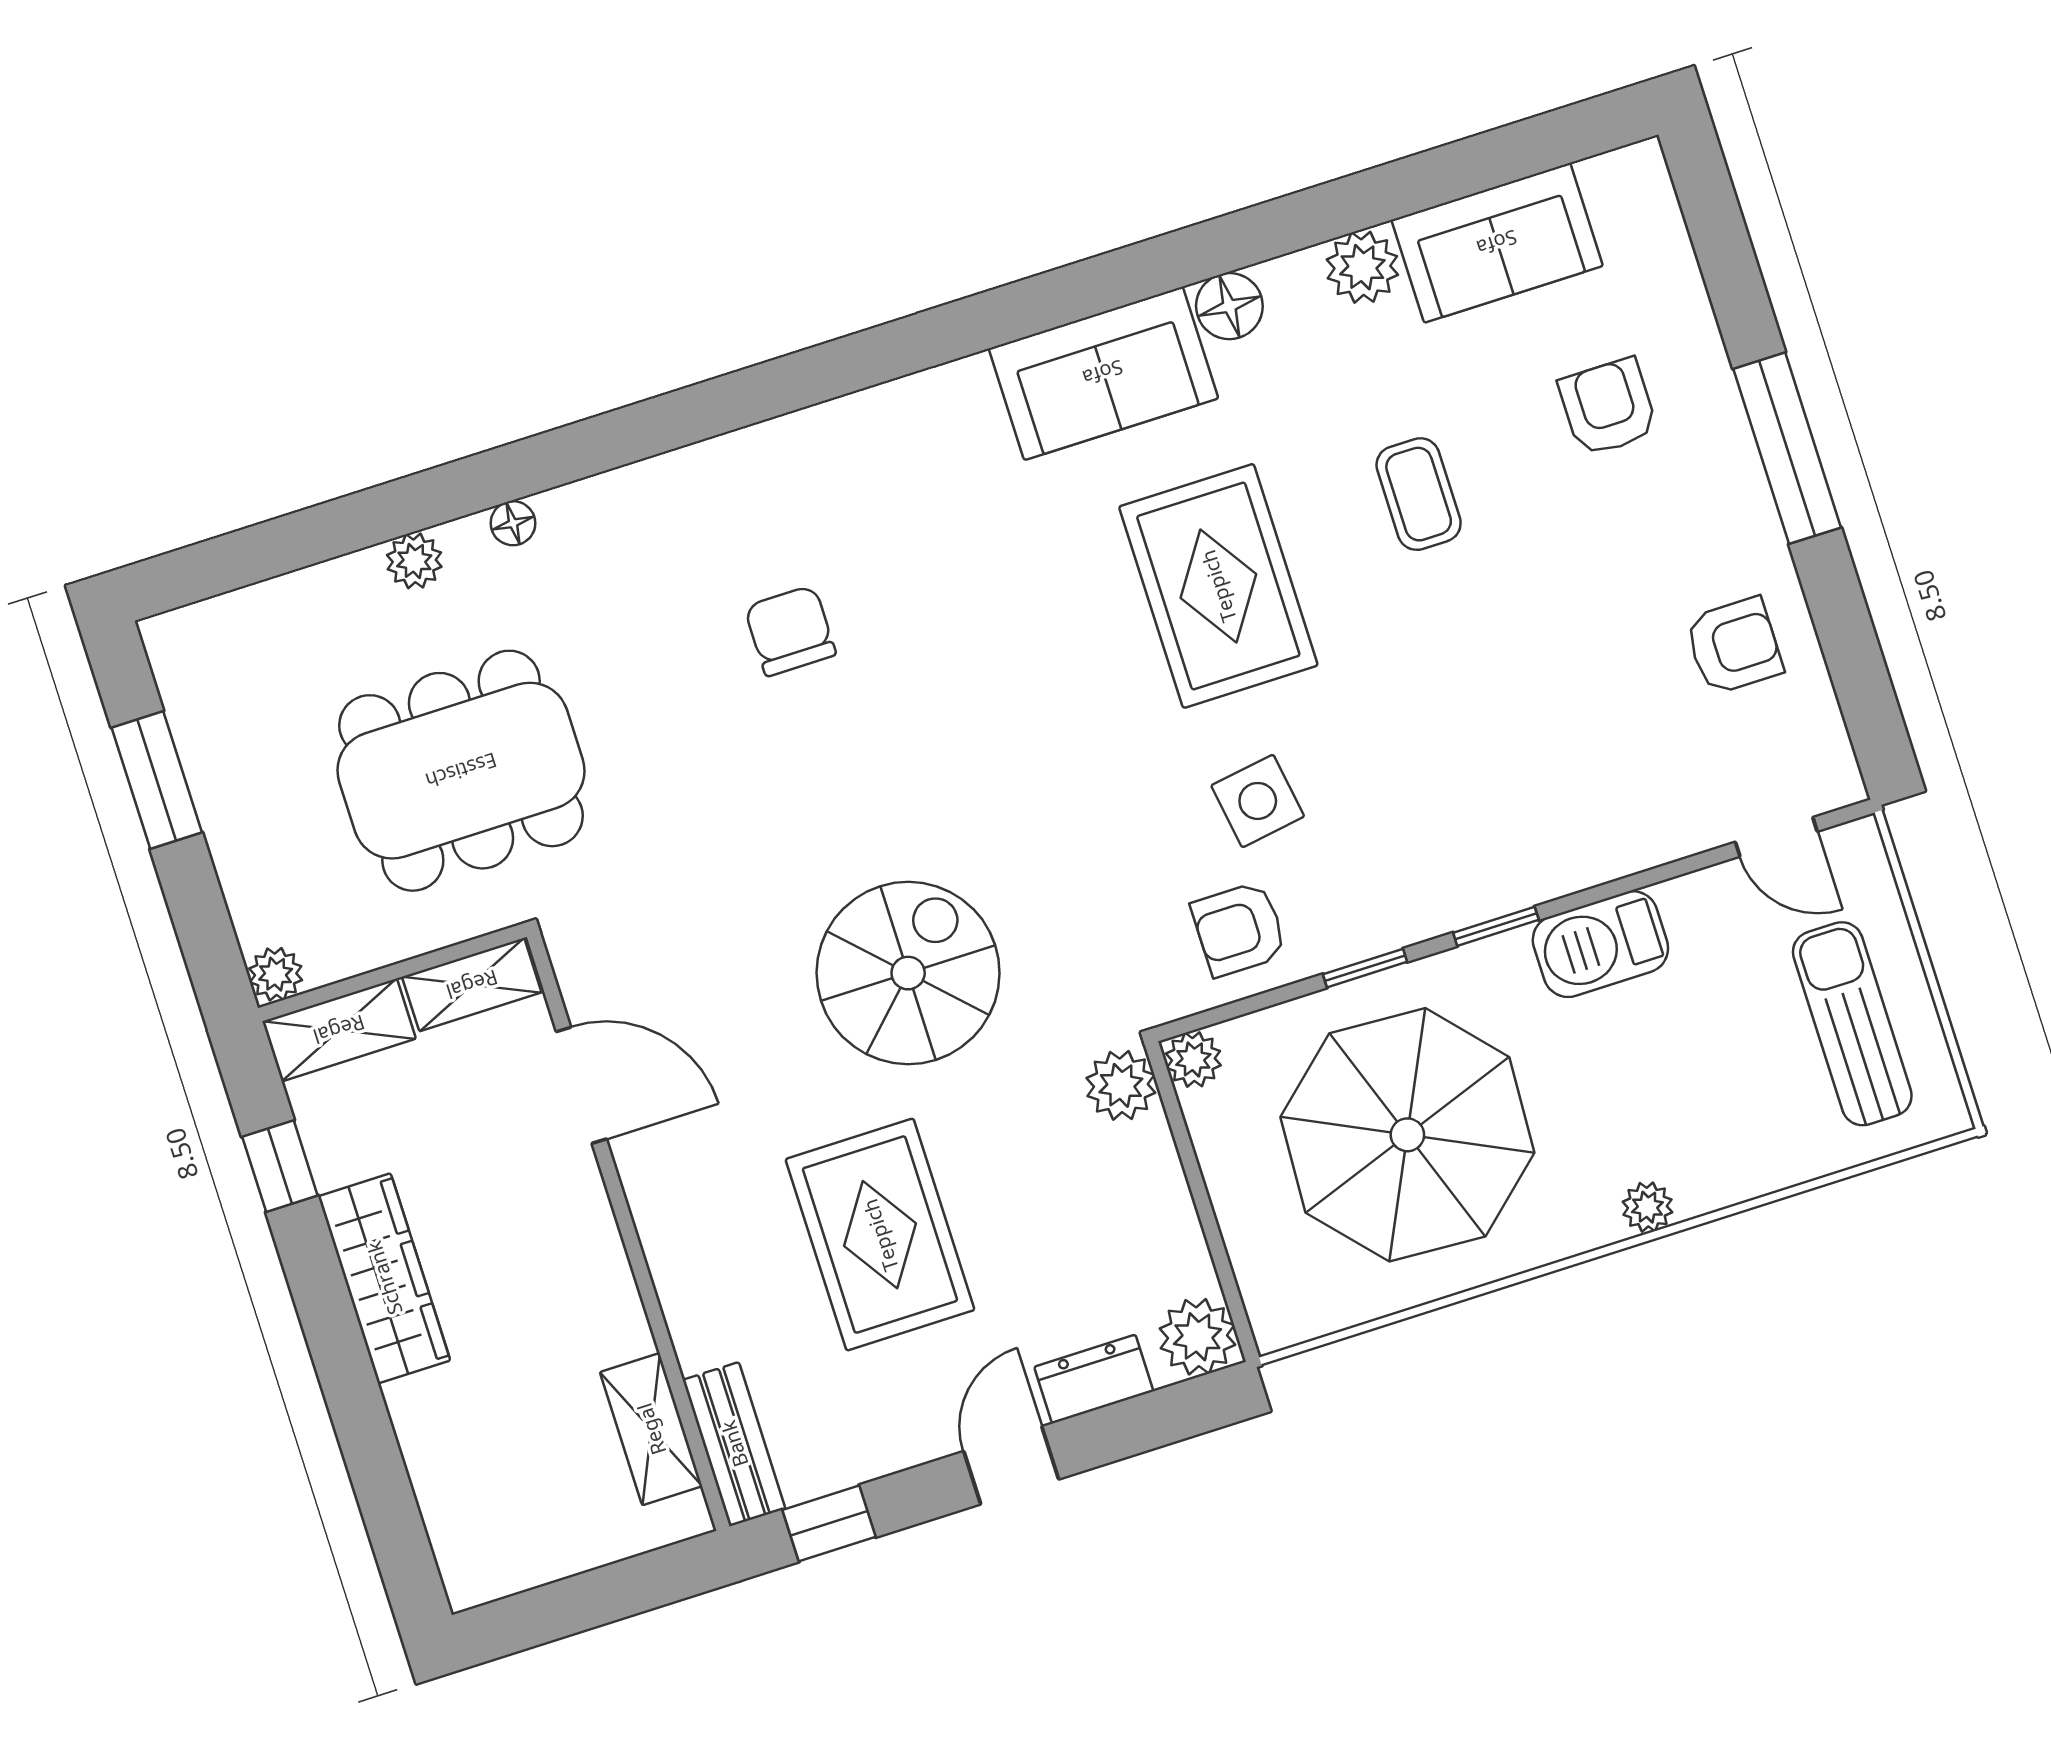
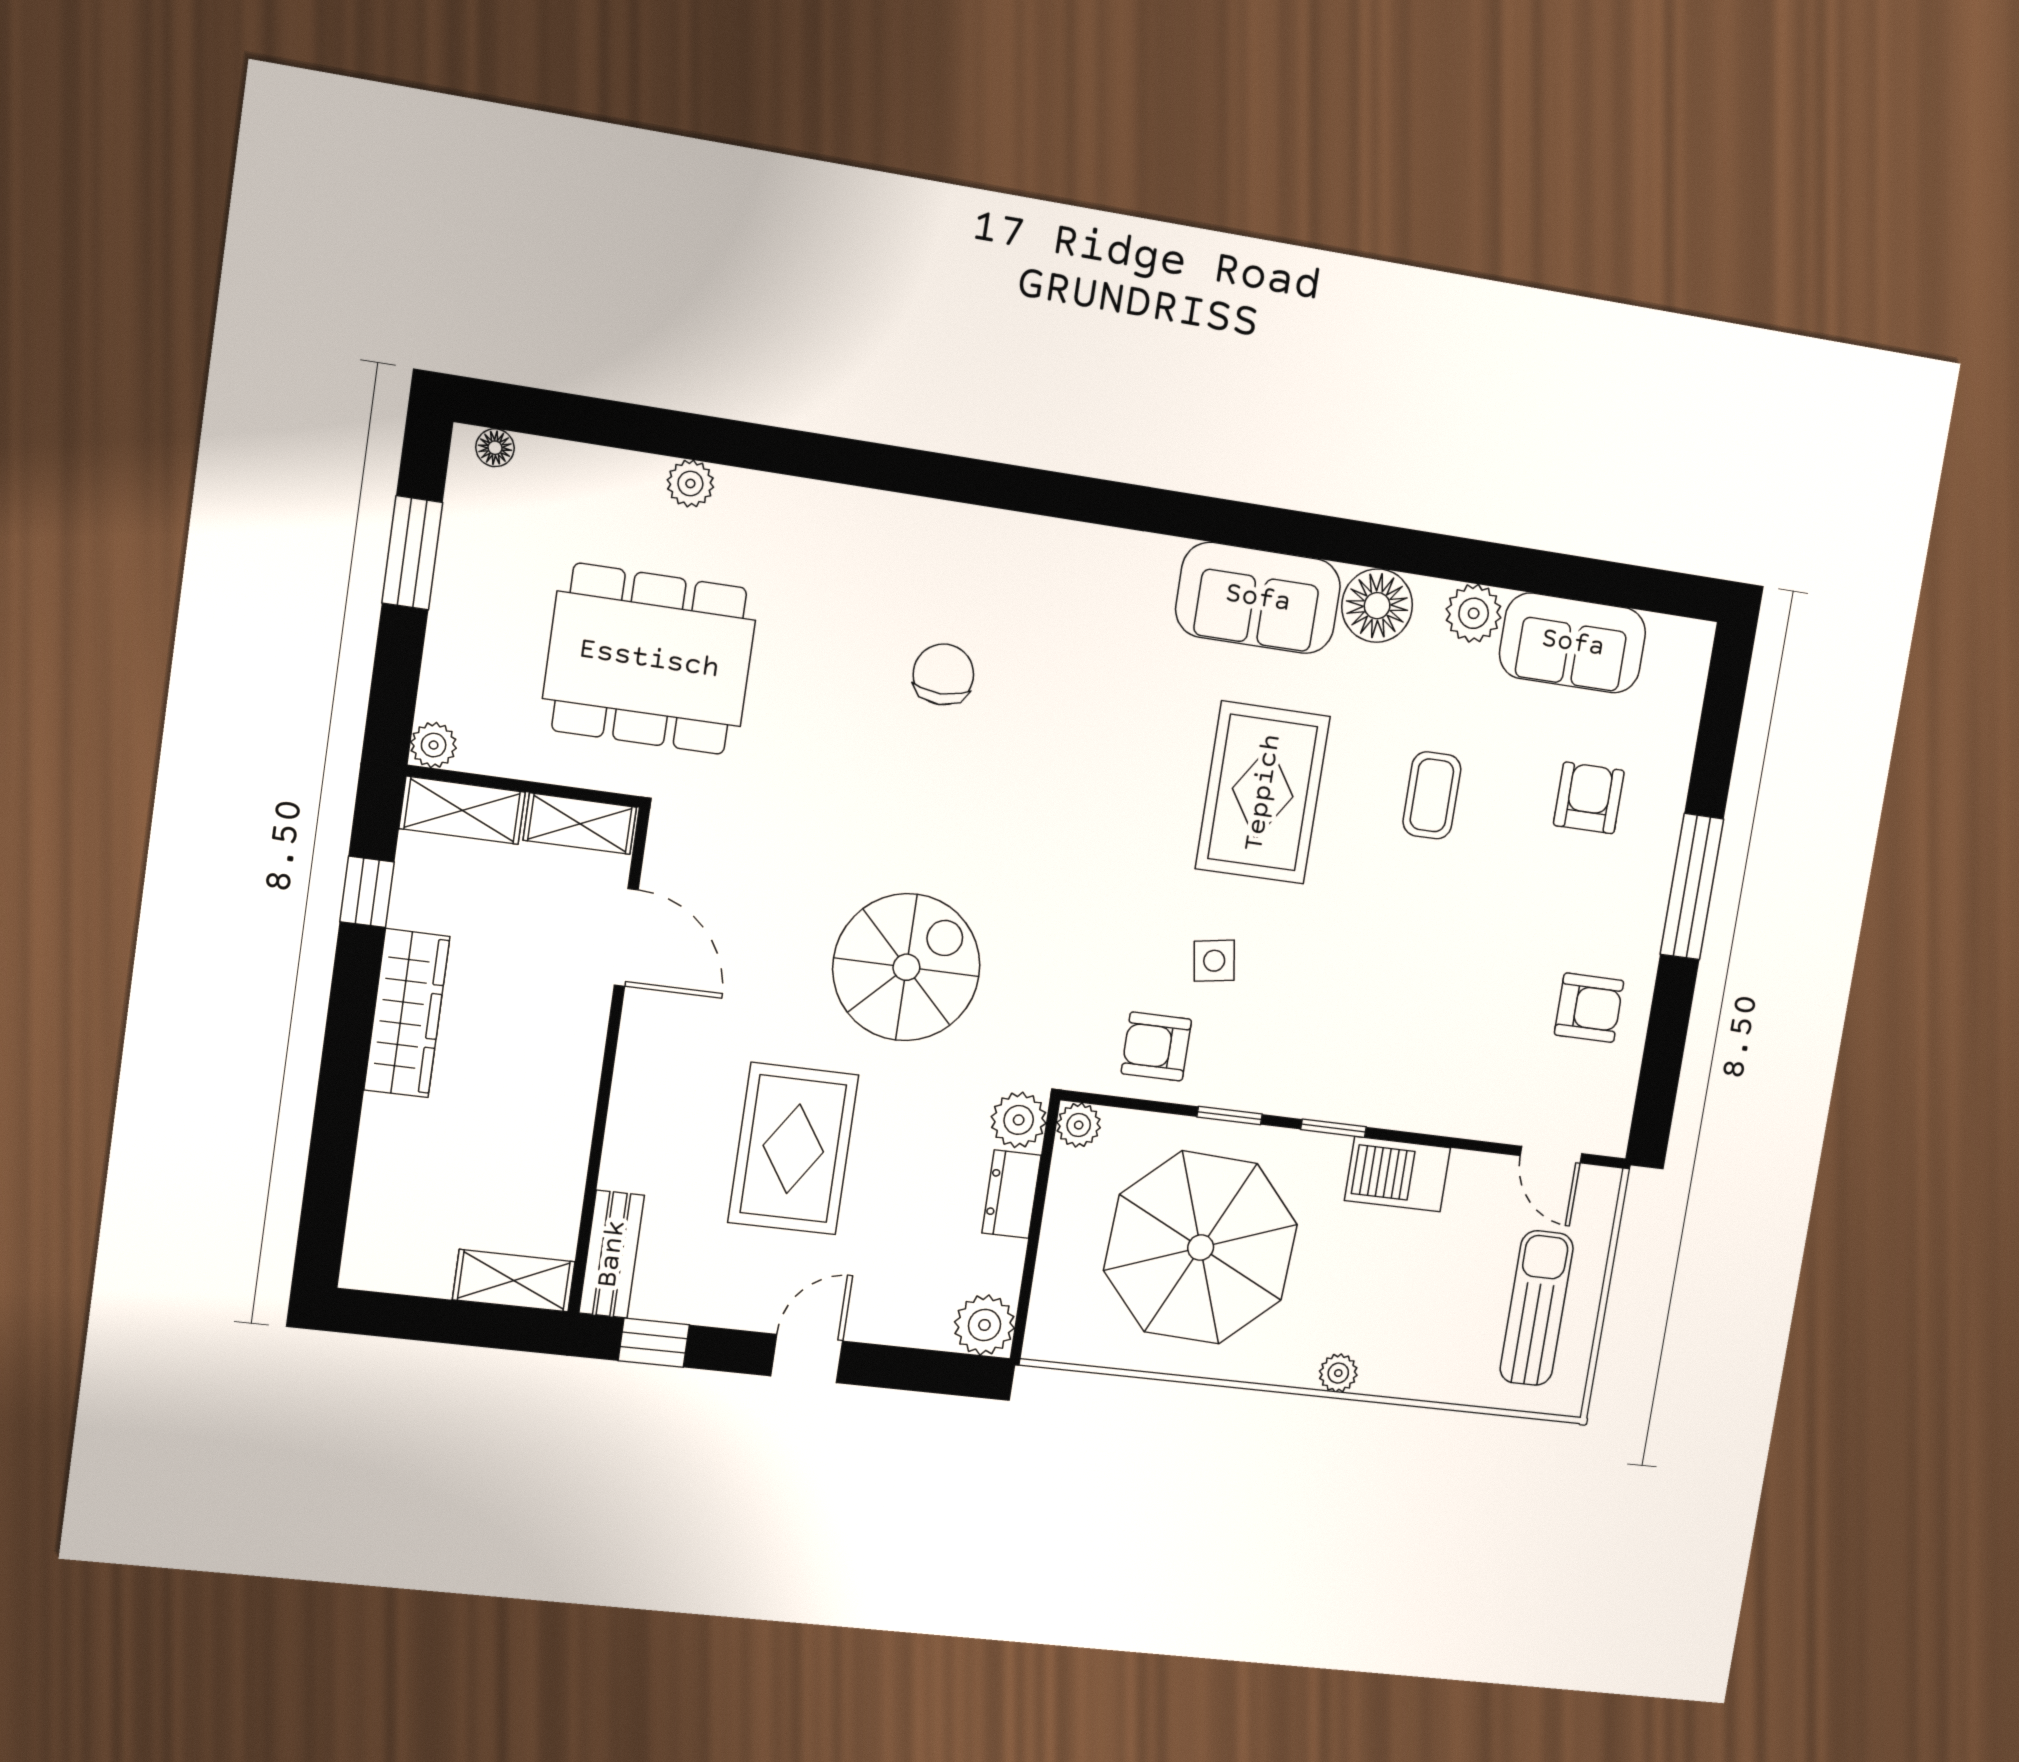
floor lamp: (1229, 306) -> (1377, 606), width x1.38, depth x1.38
floor lamp: (513, 523) -> (495, 448), moved
side table: (1258, 801) -> (1214, 961), width x0.73, depth x0.73
dresser: (1094, 1379) -> (1011, 1194), moved, turned -90
shelving: (651, 1429) -> (514, 1281), moved, turned 90

